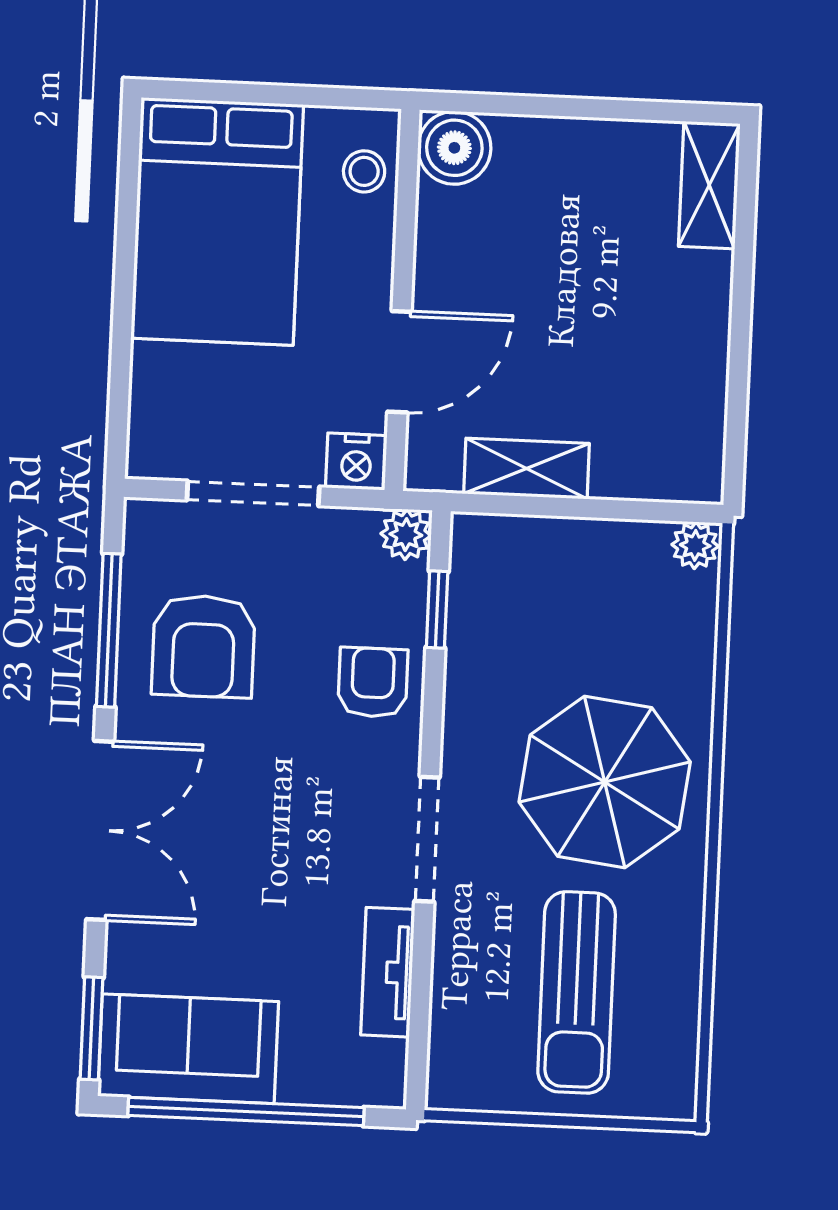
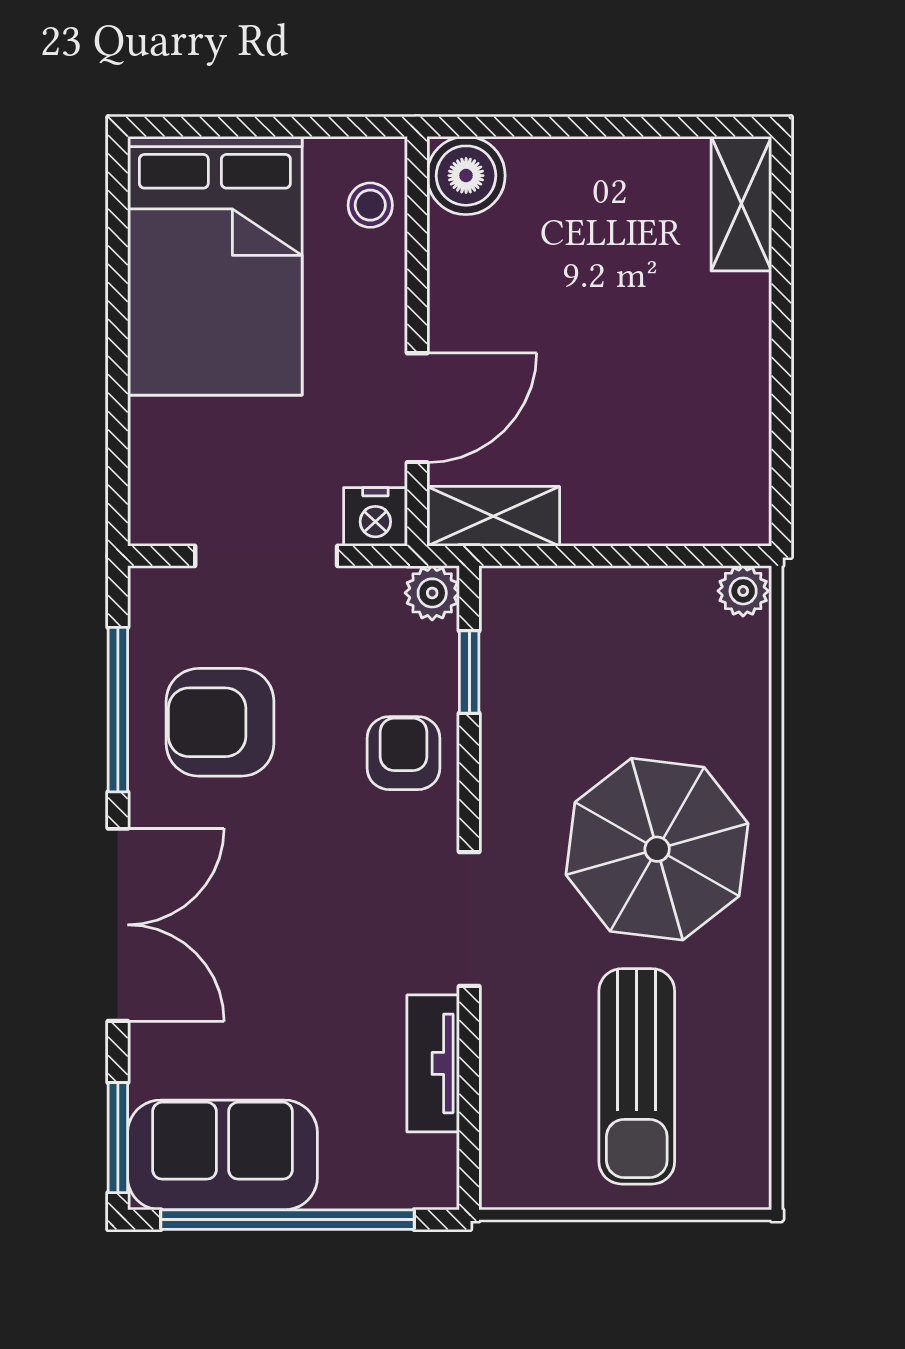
shelving: (526, 468) -> (493, 516), moved
armchair: (203, 646) -> (220, 722), turned 90

